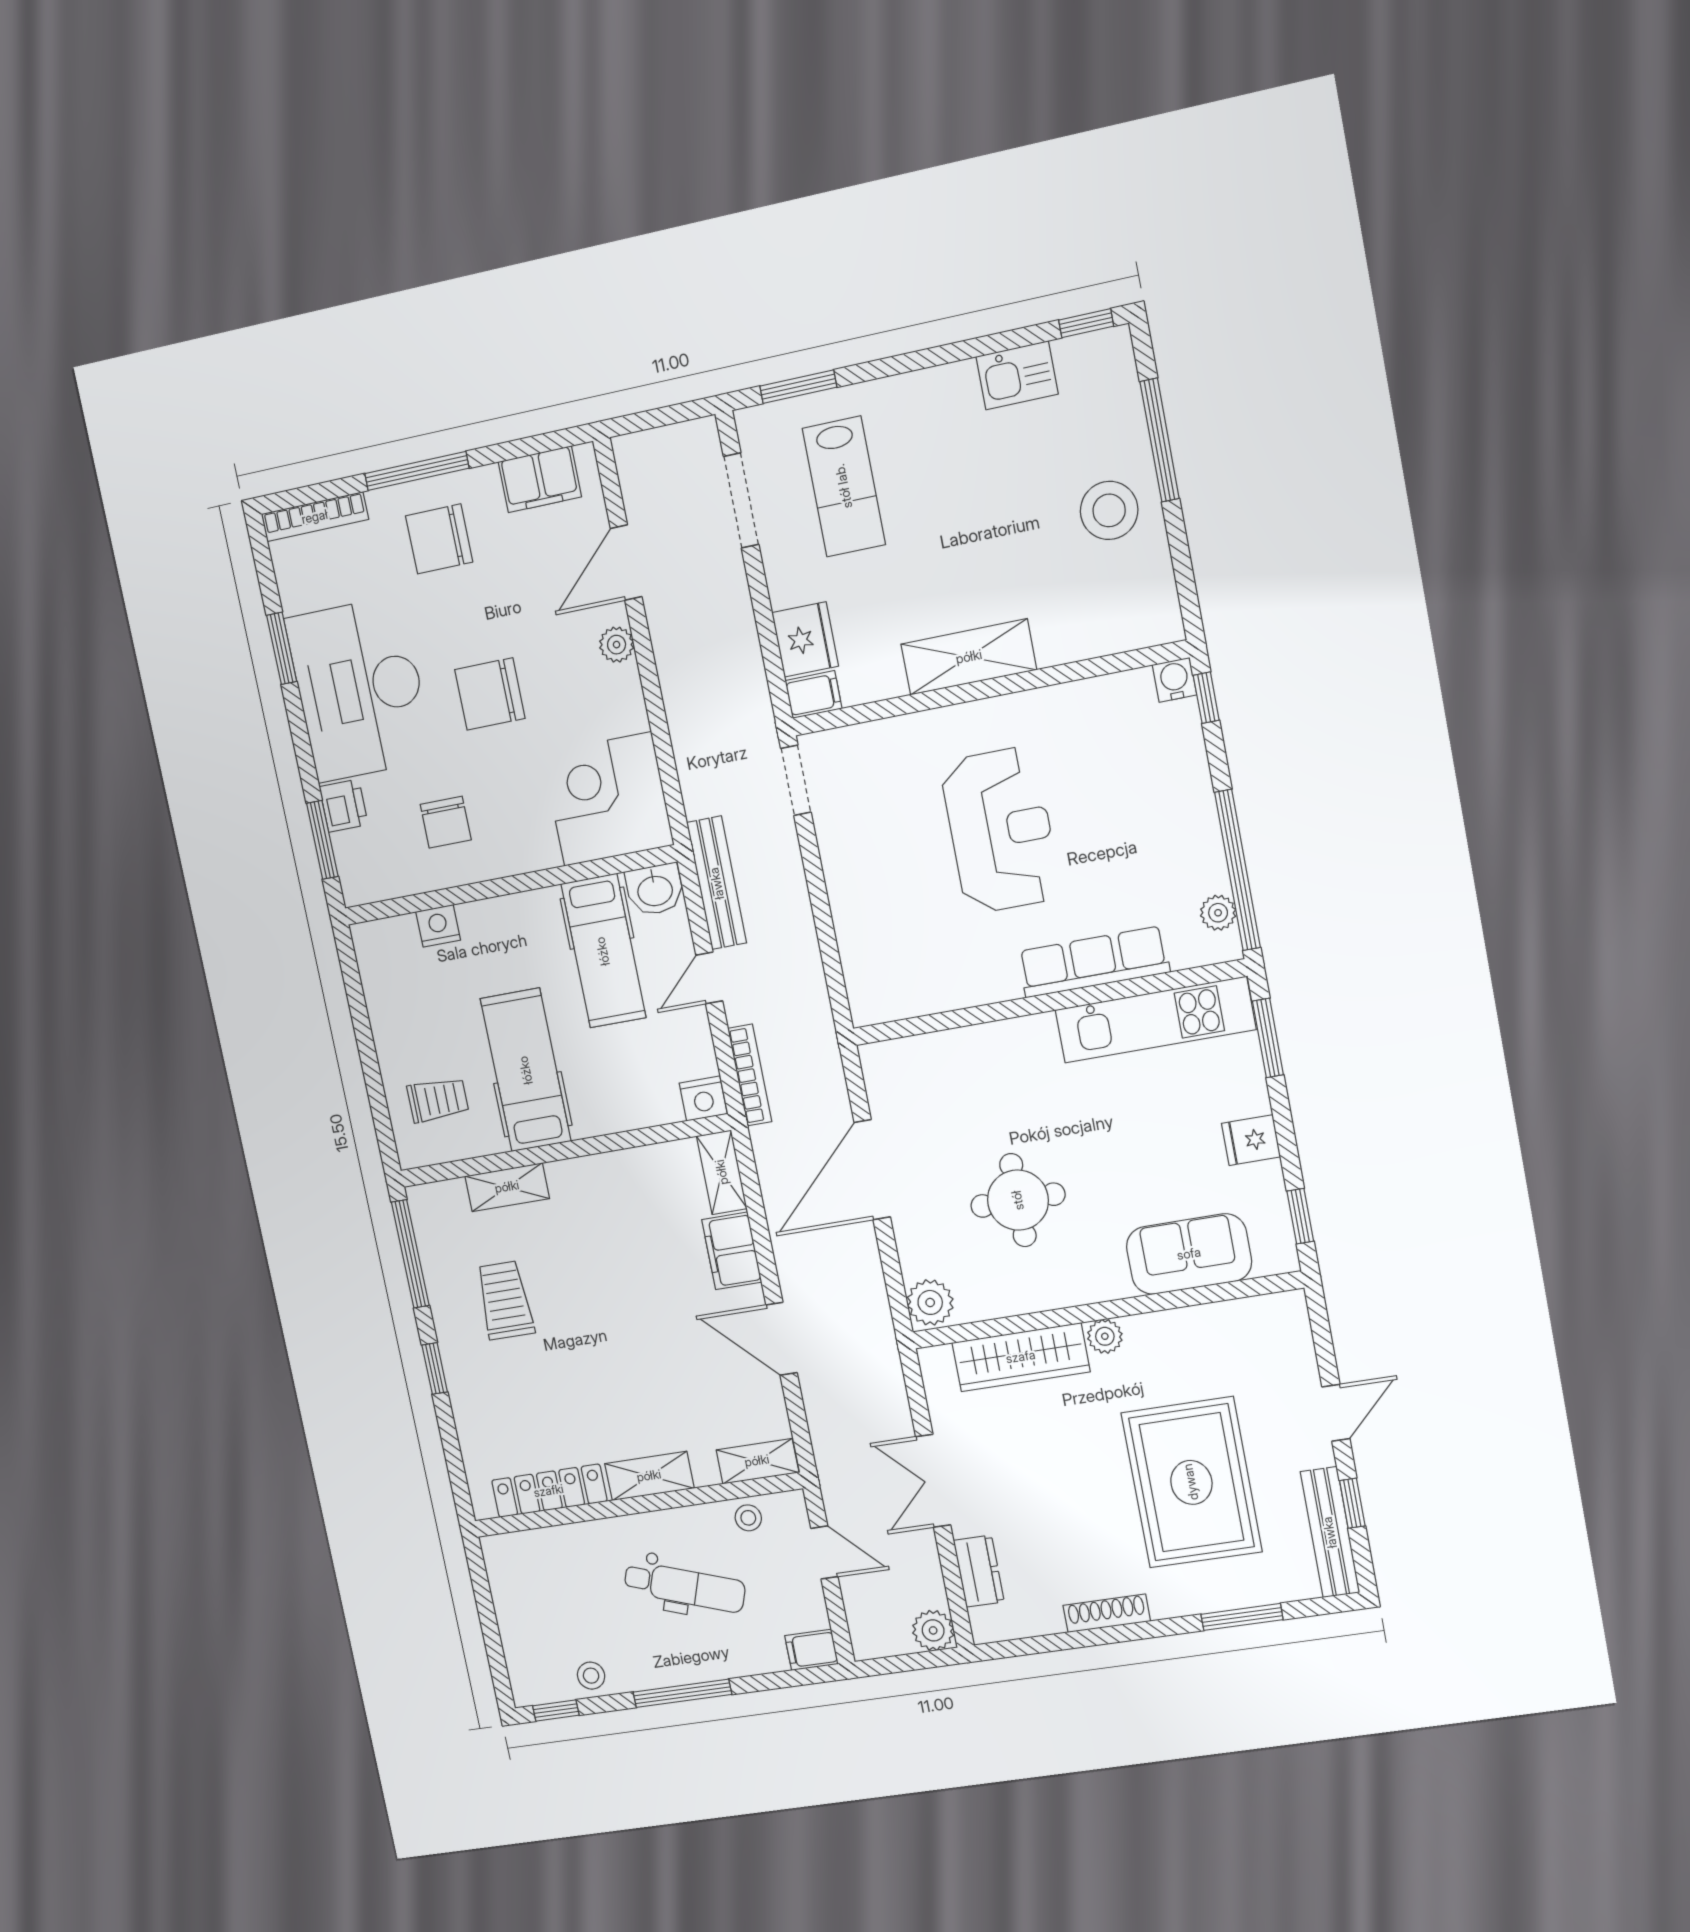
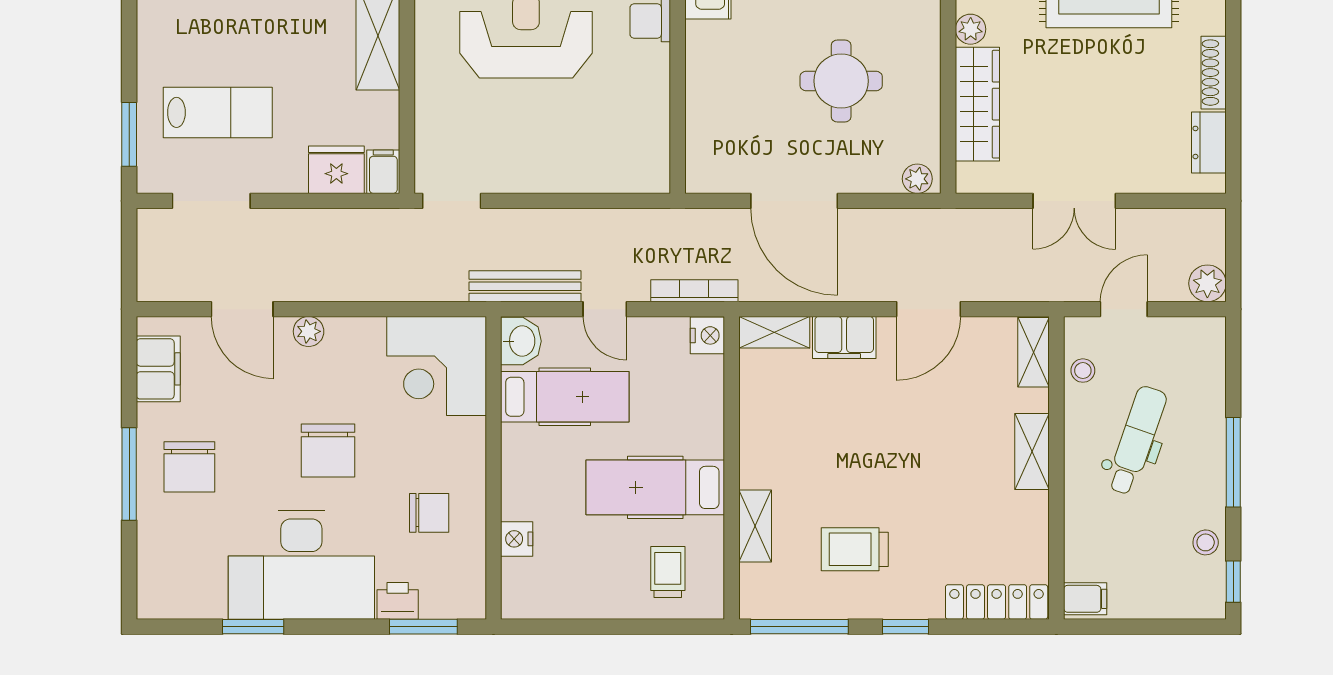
bookcase: (315, 517) -> (148, 572), removed
plant: (930, 1302) -> (917, 179), width x0.73, depth x0.73
locker: (549, 1491) -> (997, 602), moved, turned 90
dresser: (979, 1571) -> (1209, 142), moved, turned -90
plant: (933, 1630) -> (1207, 283), moved
filing cabinet: (812, 1650) -> (1085, 599), moved, turned -90

